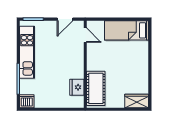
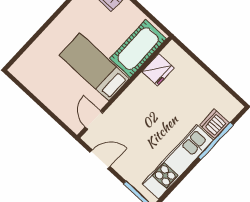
bed: (127, 30) -> (94, 67), moved, turned 180
dishwasher: (27, 101) -> (215, 124), moved, turned 90

